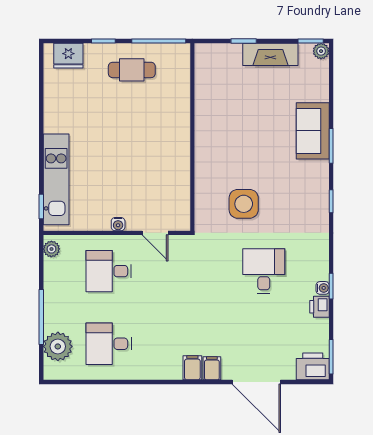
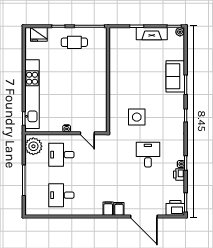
kitchen unit: (56, 179) -> (32, 94), width x1.36
plant: (51, 249) -> (33, 146), width x1.87, depth x1.87
plant: (58, 346) -> (33, 197), removed

